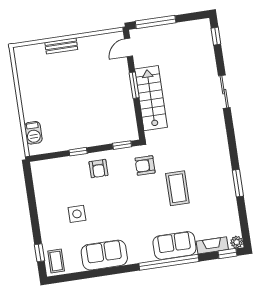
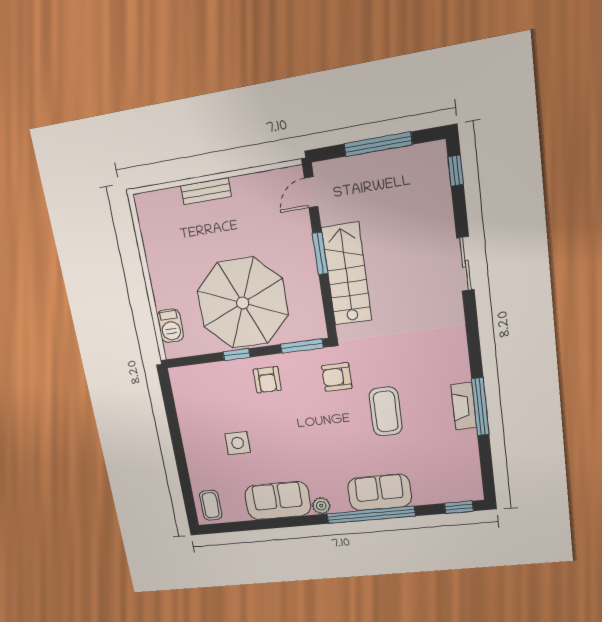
window: (156, 22) -> (378, 144), moved
parasol: (83, 117) -> (243, 303), added
window: (122, 145) -> (302, 346), width x1.50
window: (238, 183) -> (480, 407), width x1.44
plant: (237, 242) -> (321, 506), moved
fireplace: (212, 245) -> (464, 406), moved, turned -90
window: (40, 253) -> (187, 493), removed

